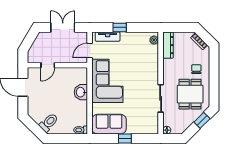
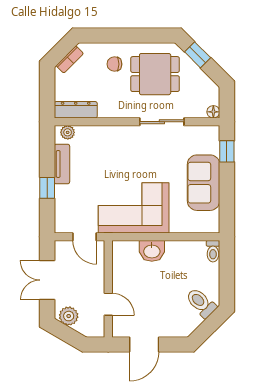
tv unit: (108, 37) -> (62, 164), moved
plant: (41, 41) -> (69, 316), added
sofa: (109, 124) -> (204, 183), moved
window: (125, 139) -> (227, 151), moved

